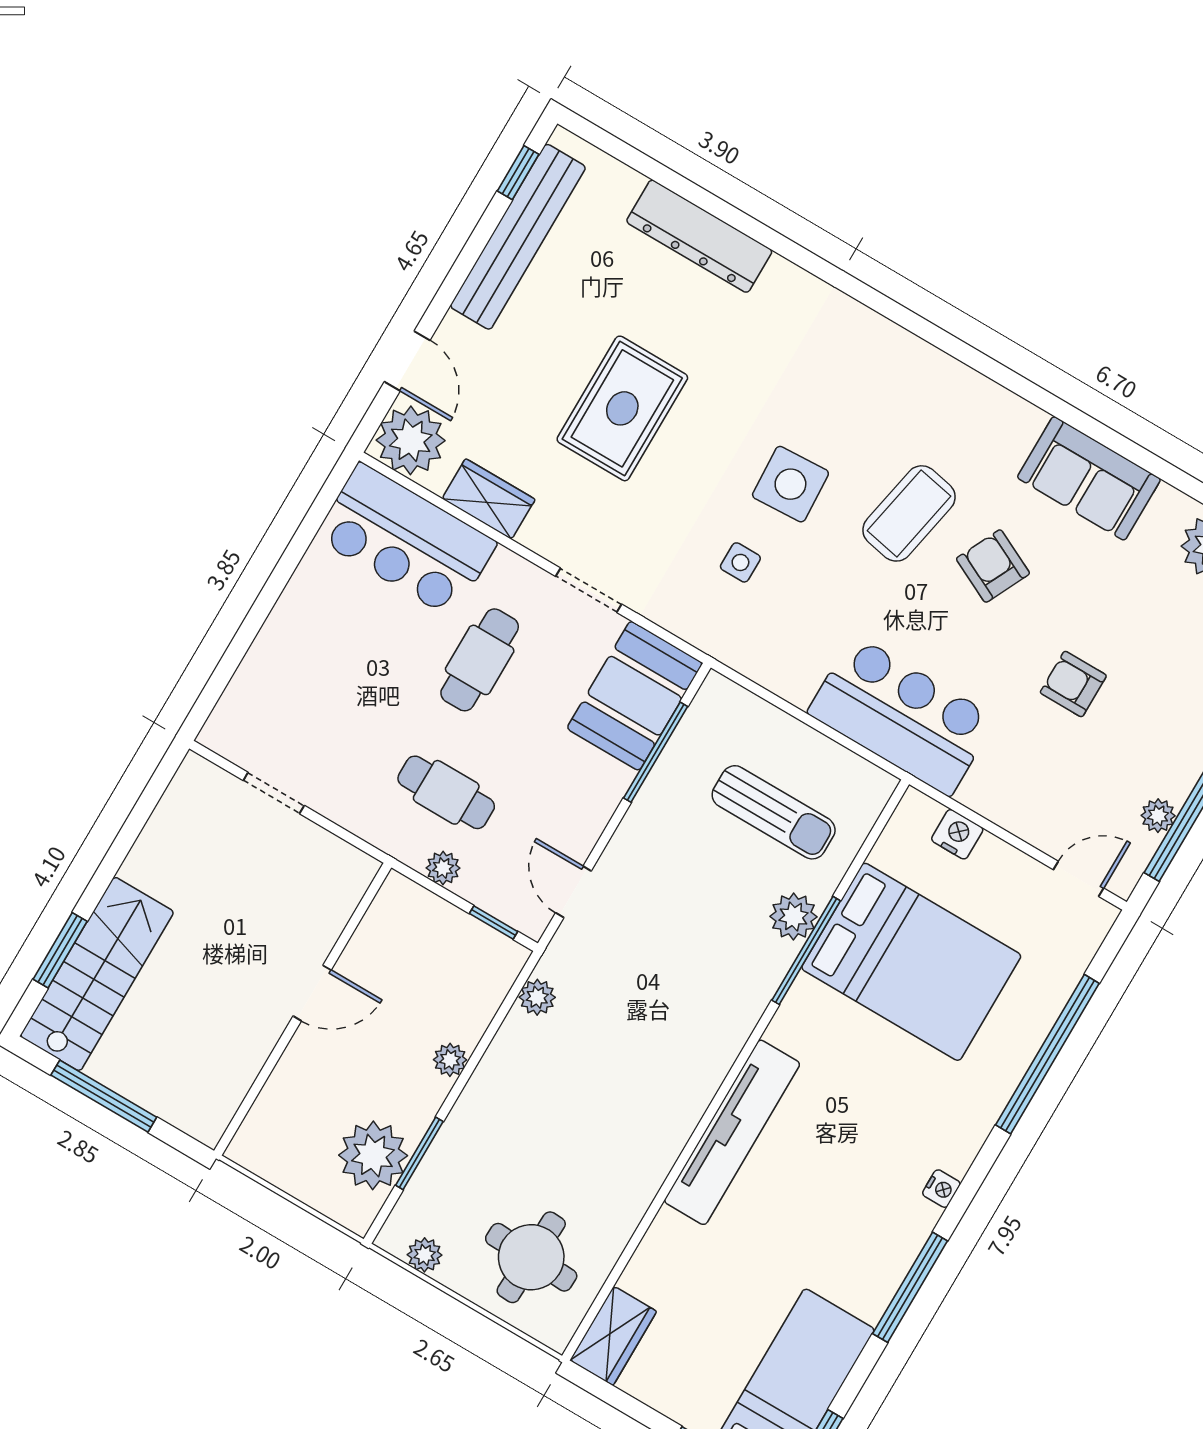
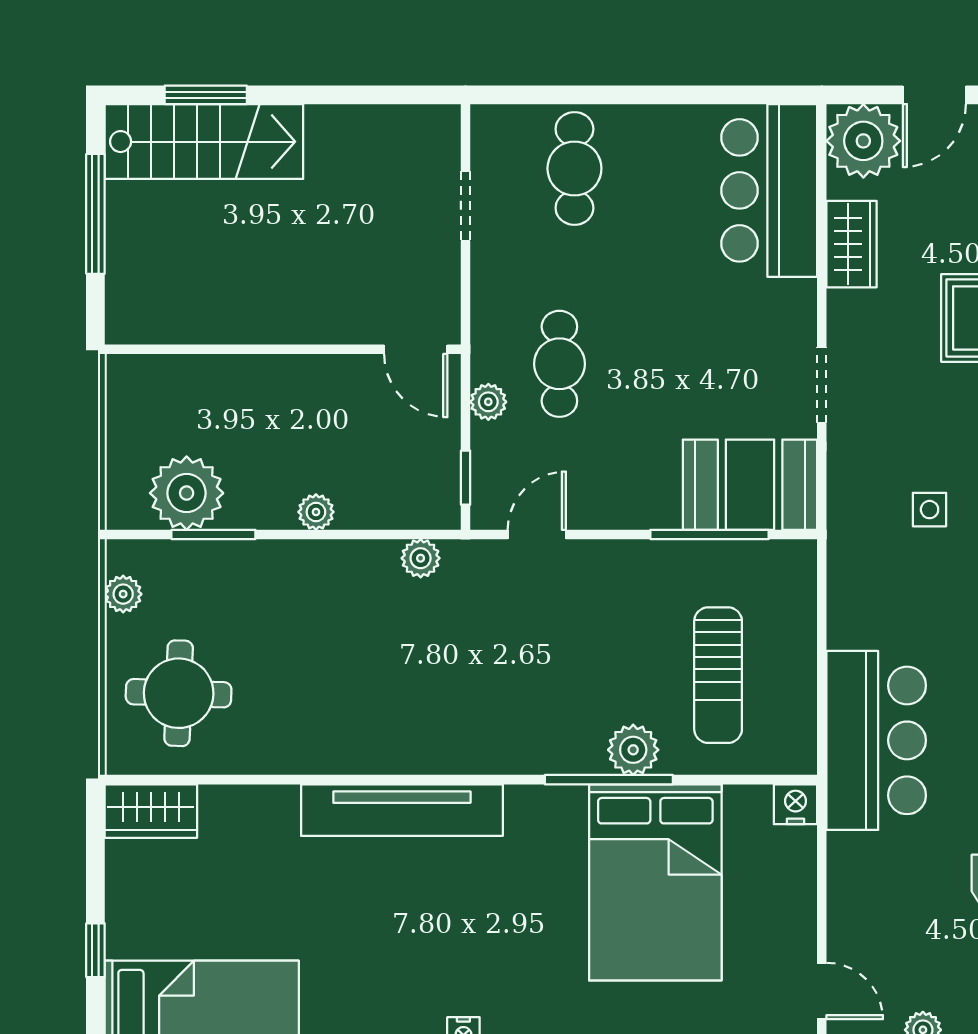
cafe table: (480, 660) -> (574, 168), moved, turned 90
nightstand: (957, 834) -> (796, 804), moved, turned -90
door: (312, 993) -> (416, 349), moved

